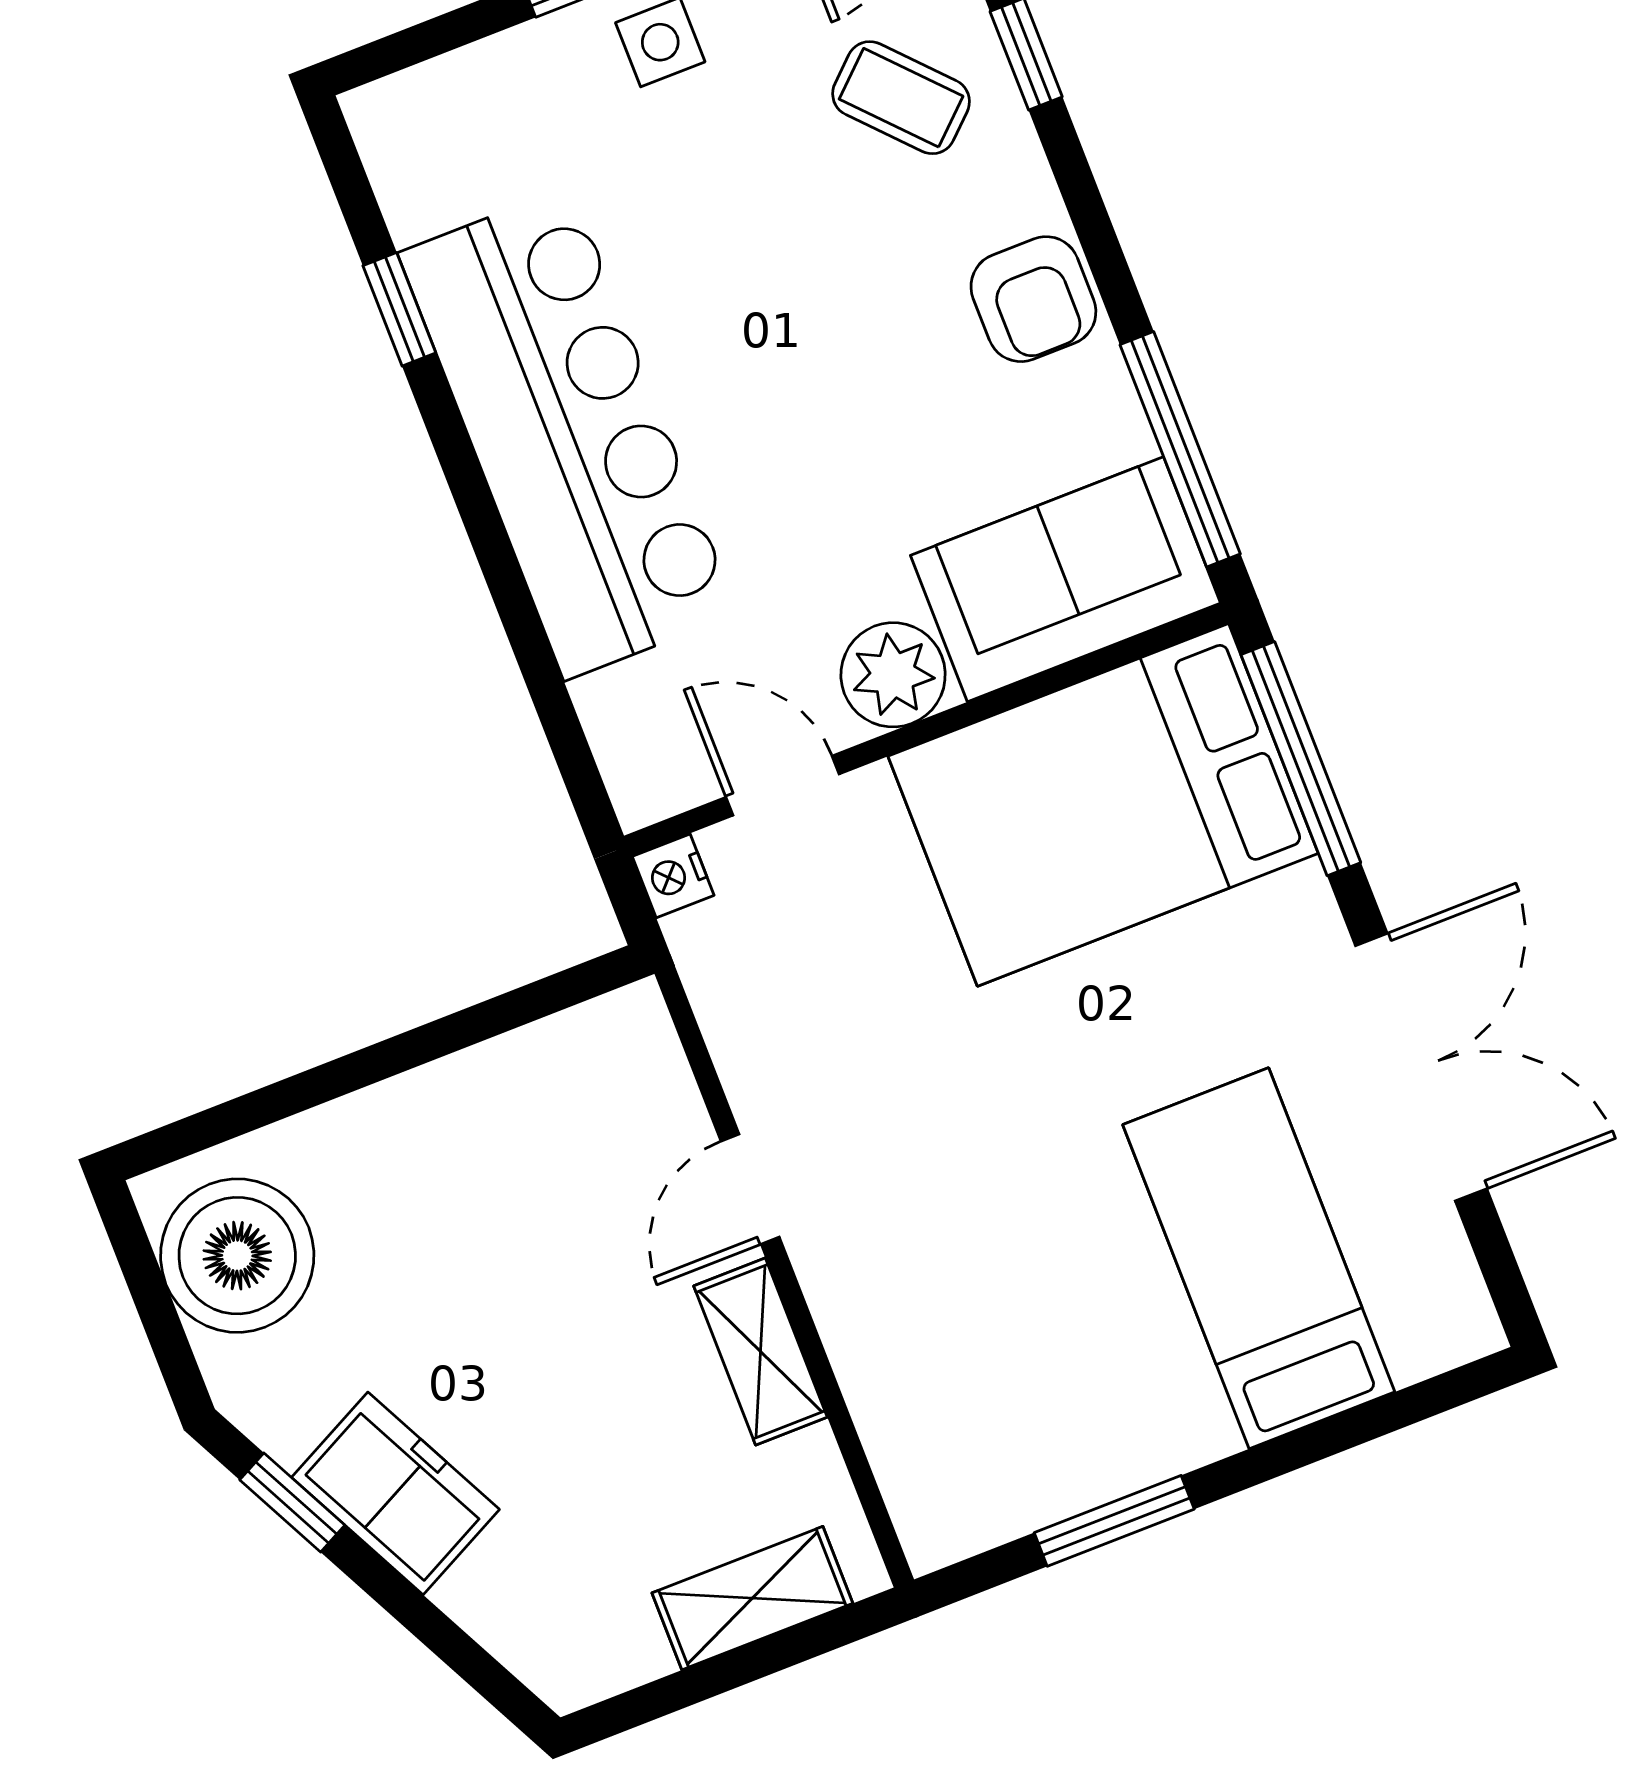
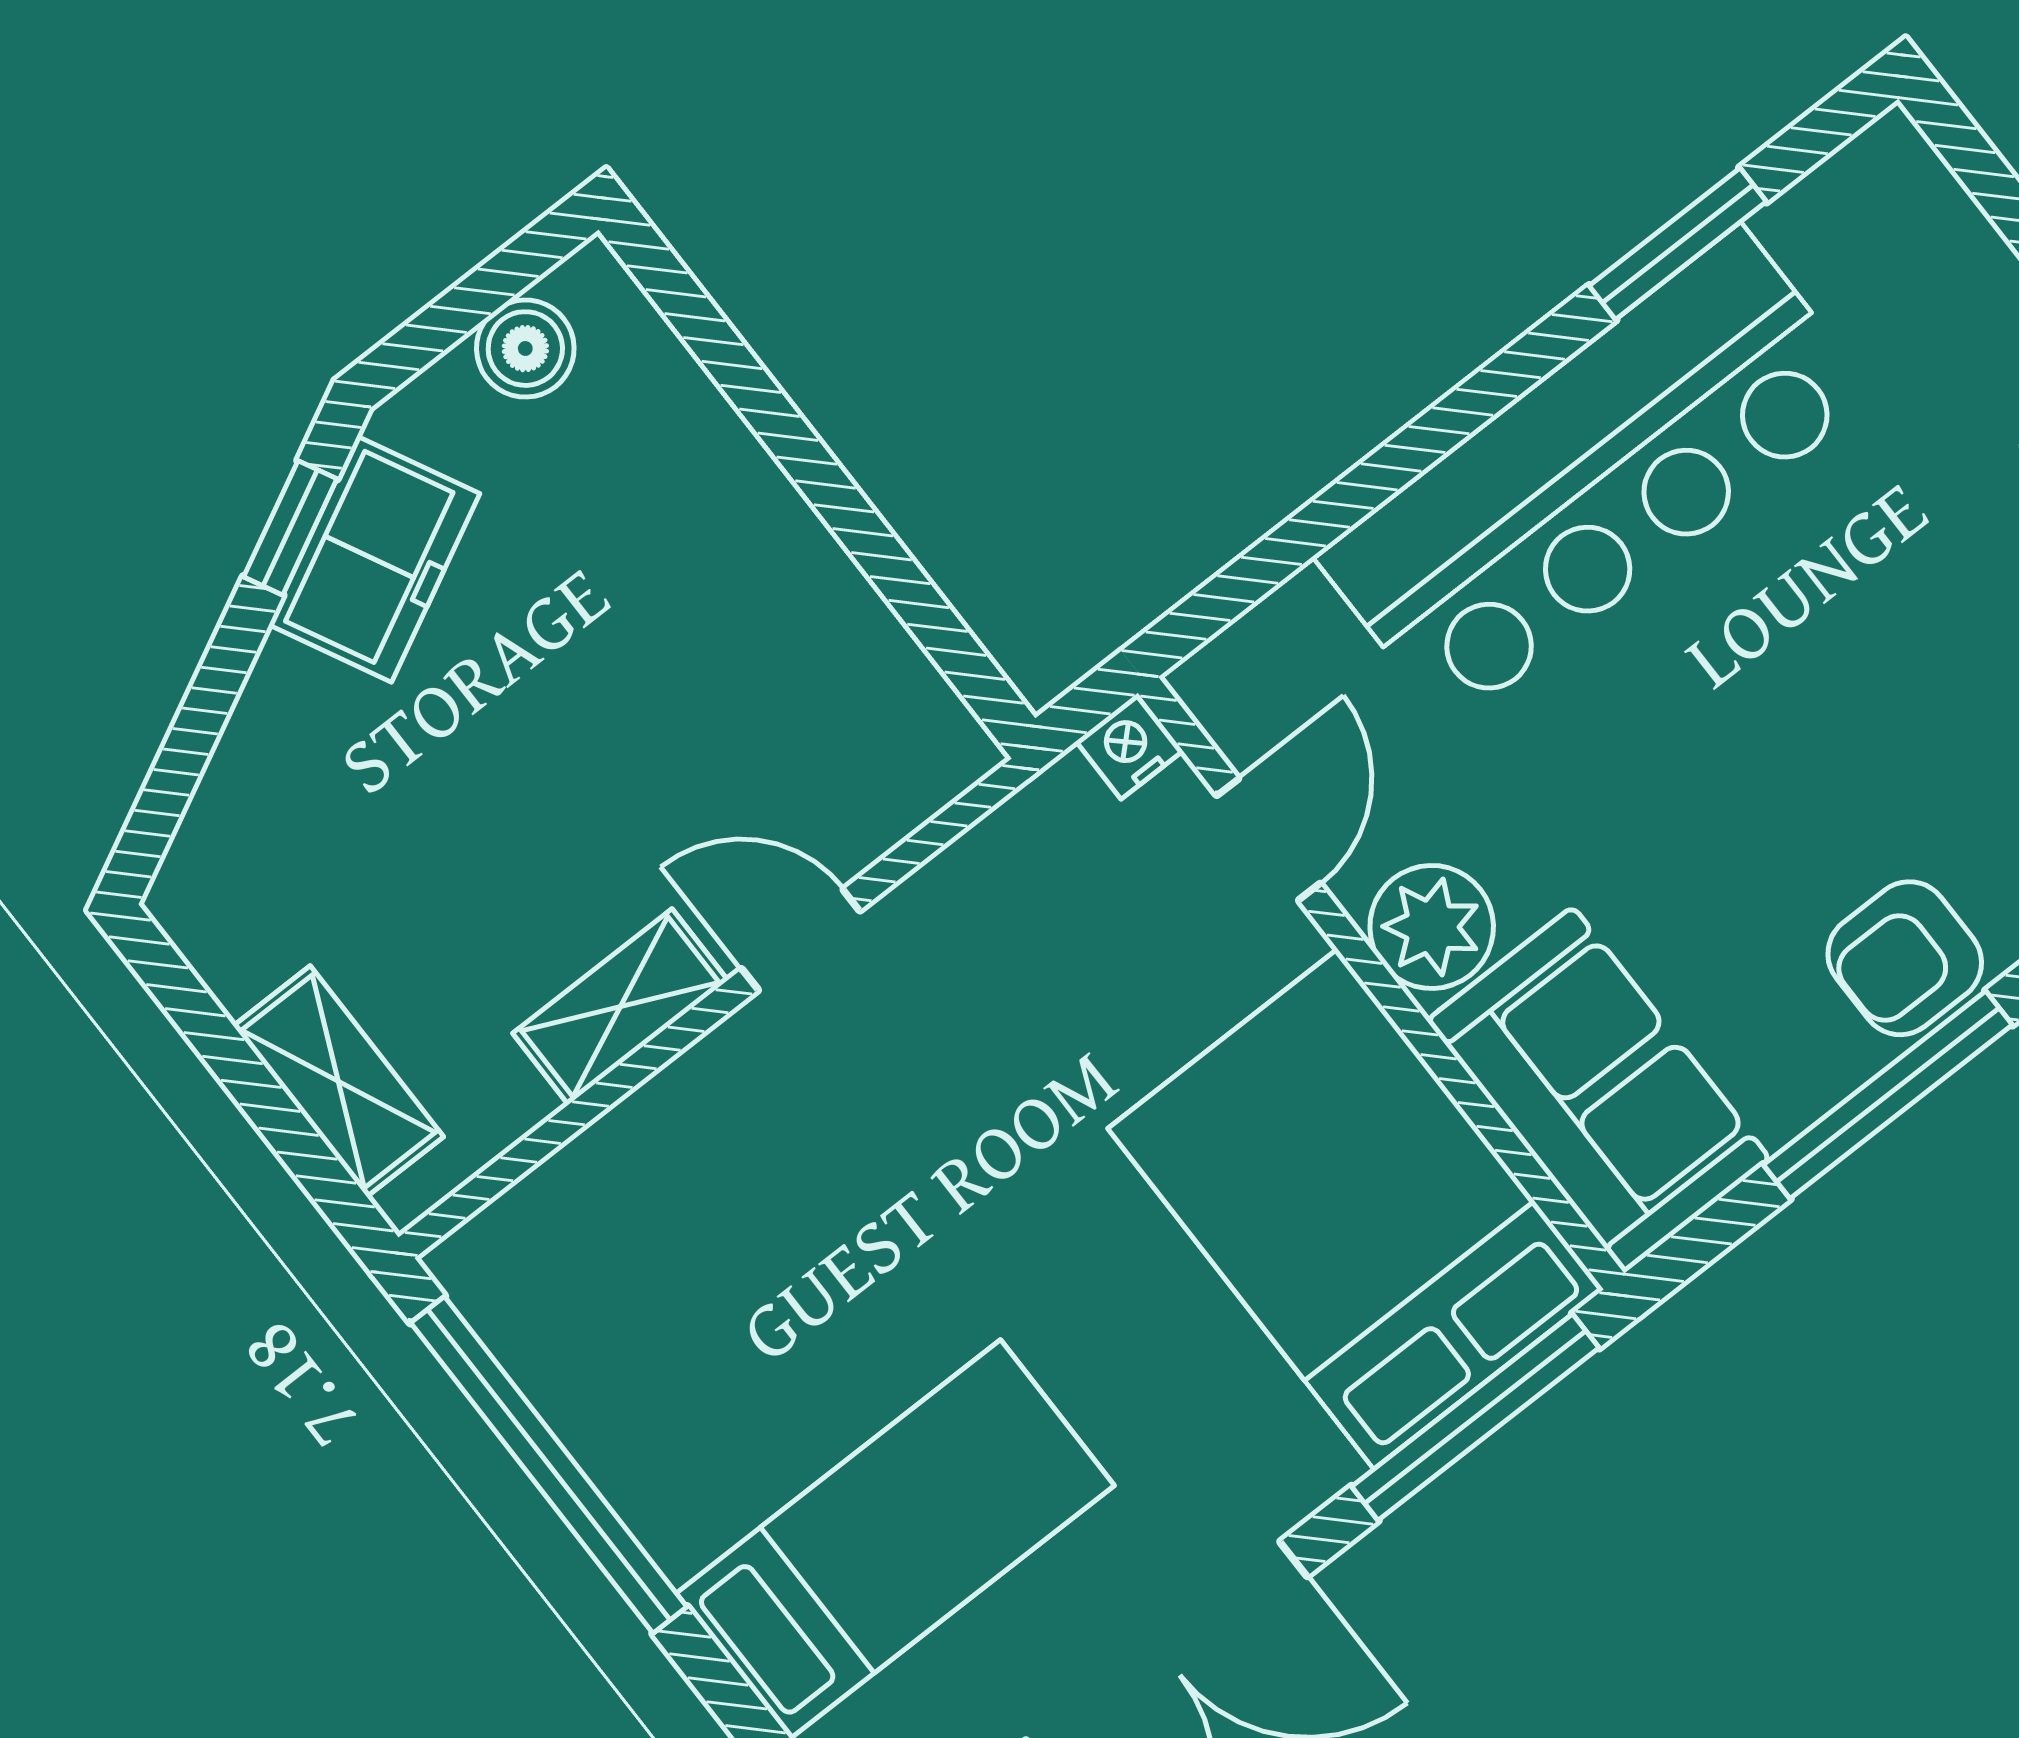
window: (399, 309) -> (1678, 244), width x1.50
window: (1180, 449) -> (1888, 1095), moved
boiler: (237, 1256) -> (525, 349), width x0.54, depth x0.54
freezer: (396, 1493) -> (374, 559), moved
window: (1114, 1521) -> (549, 1465), width x2.11

